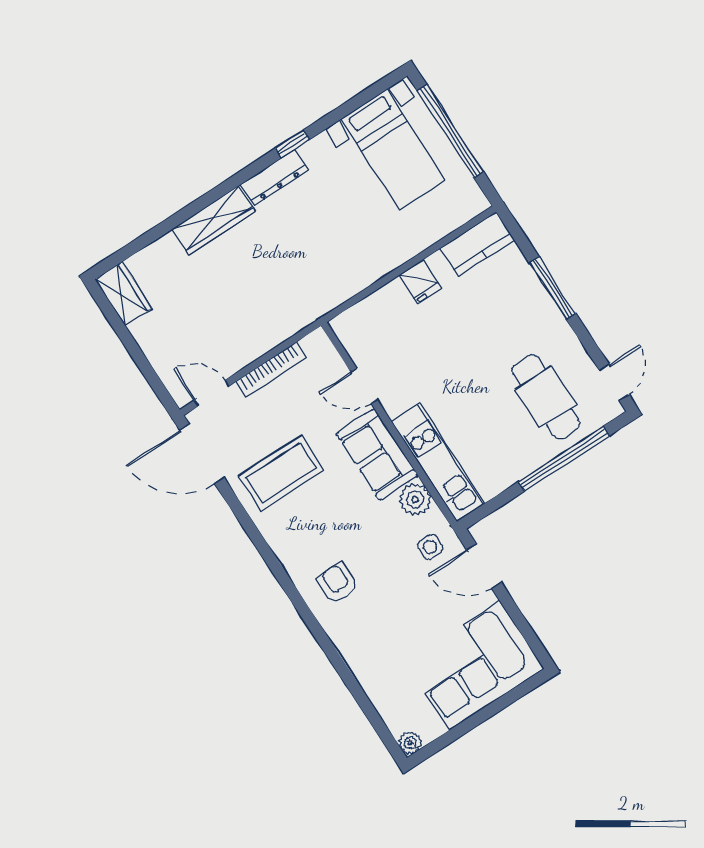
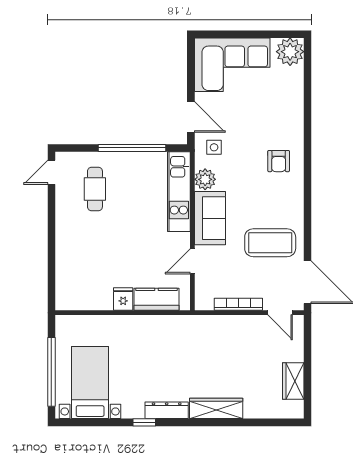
kitchen counter: (477, 244) -> (157, 299), moved
window: (553, 288) -> (51, 247), removed
wardrobe: (123, 294) -> (293, 381), moved
door: (364, 386) -> (192, 261), swing flipped
cafe table: (546, 397) -> (95, 189), width x0.73, depth x0.74
window: (564, 459) -> (132, 148), moved
plant: (410, 743) -> (290, 52), width x1.87, depth x1.87

